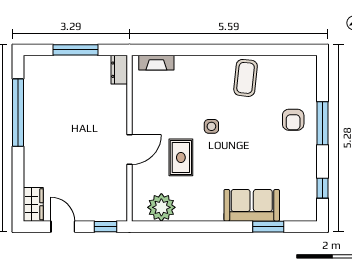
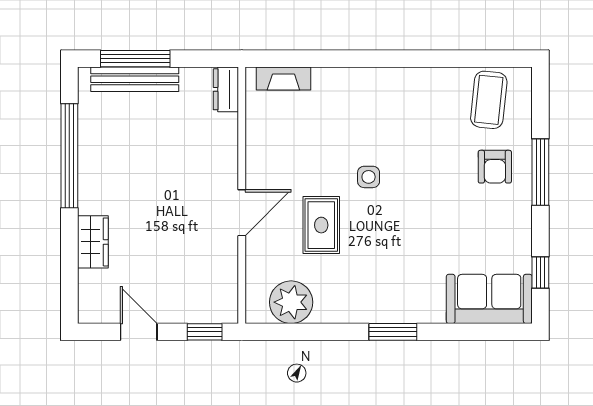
window: (76, 50) -> (135, 59), moved
bench: (60, 63) -> (135, 79), added
coffee table: (246, 78) -> (489, 100), moved
wardrobe: (33, 204) -> (93, 242), moved
sofa: (252, 205) -> (489, 299), moved
window: (268, 227) -> (393, 332), moved

